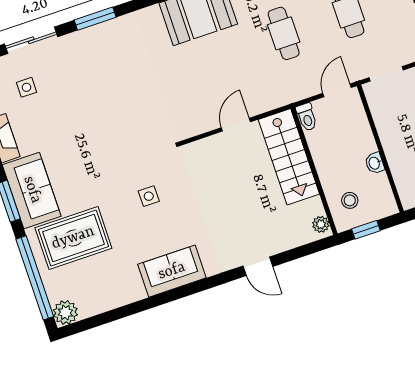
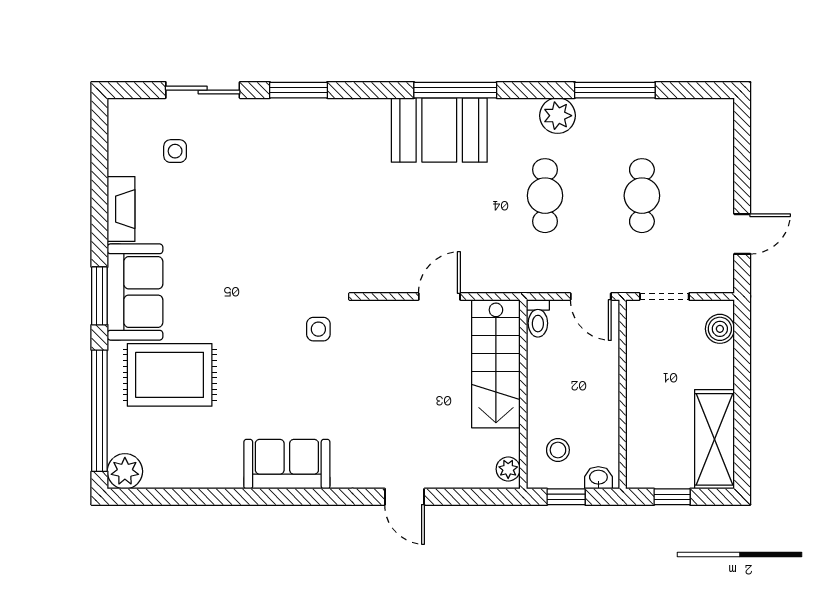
door: (337, 90) -> (591, 296), swing flipped
washbasin: (375, 163) -> (598, 478), moved, turned 90
side table: (149, 196) -> (318, 329), moved

